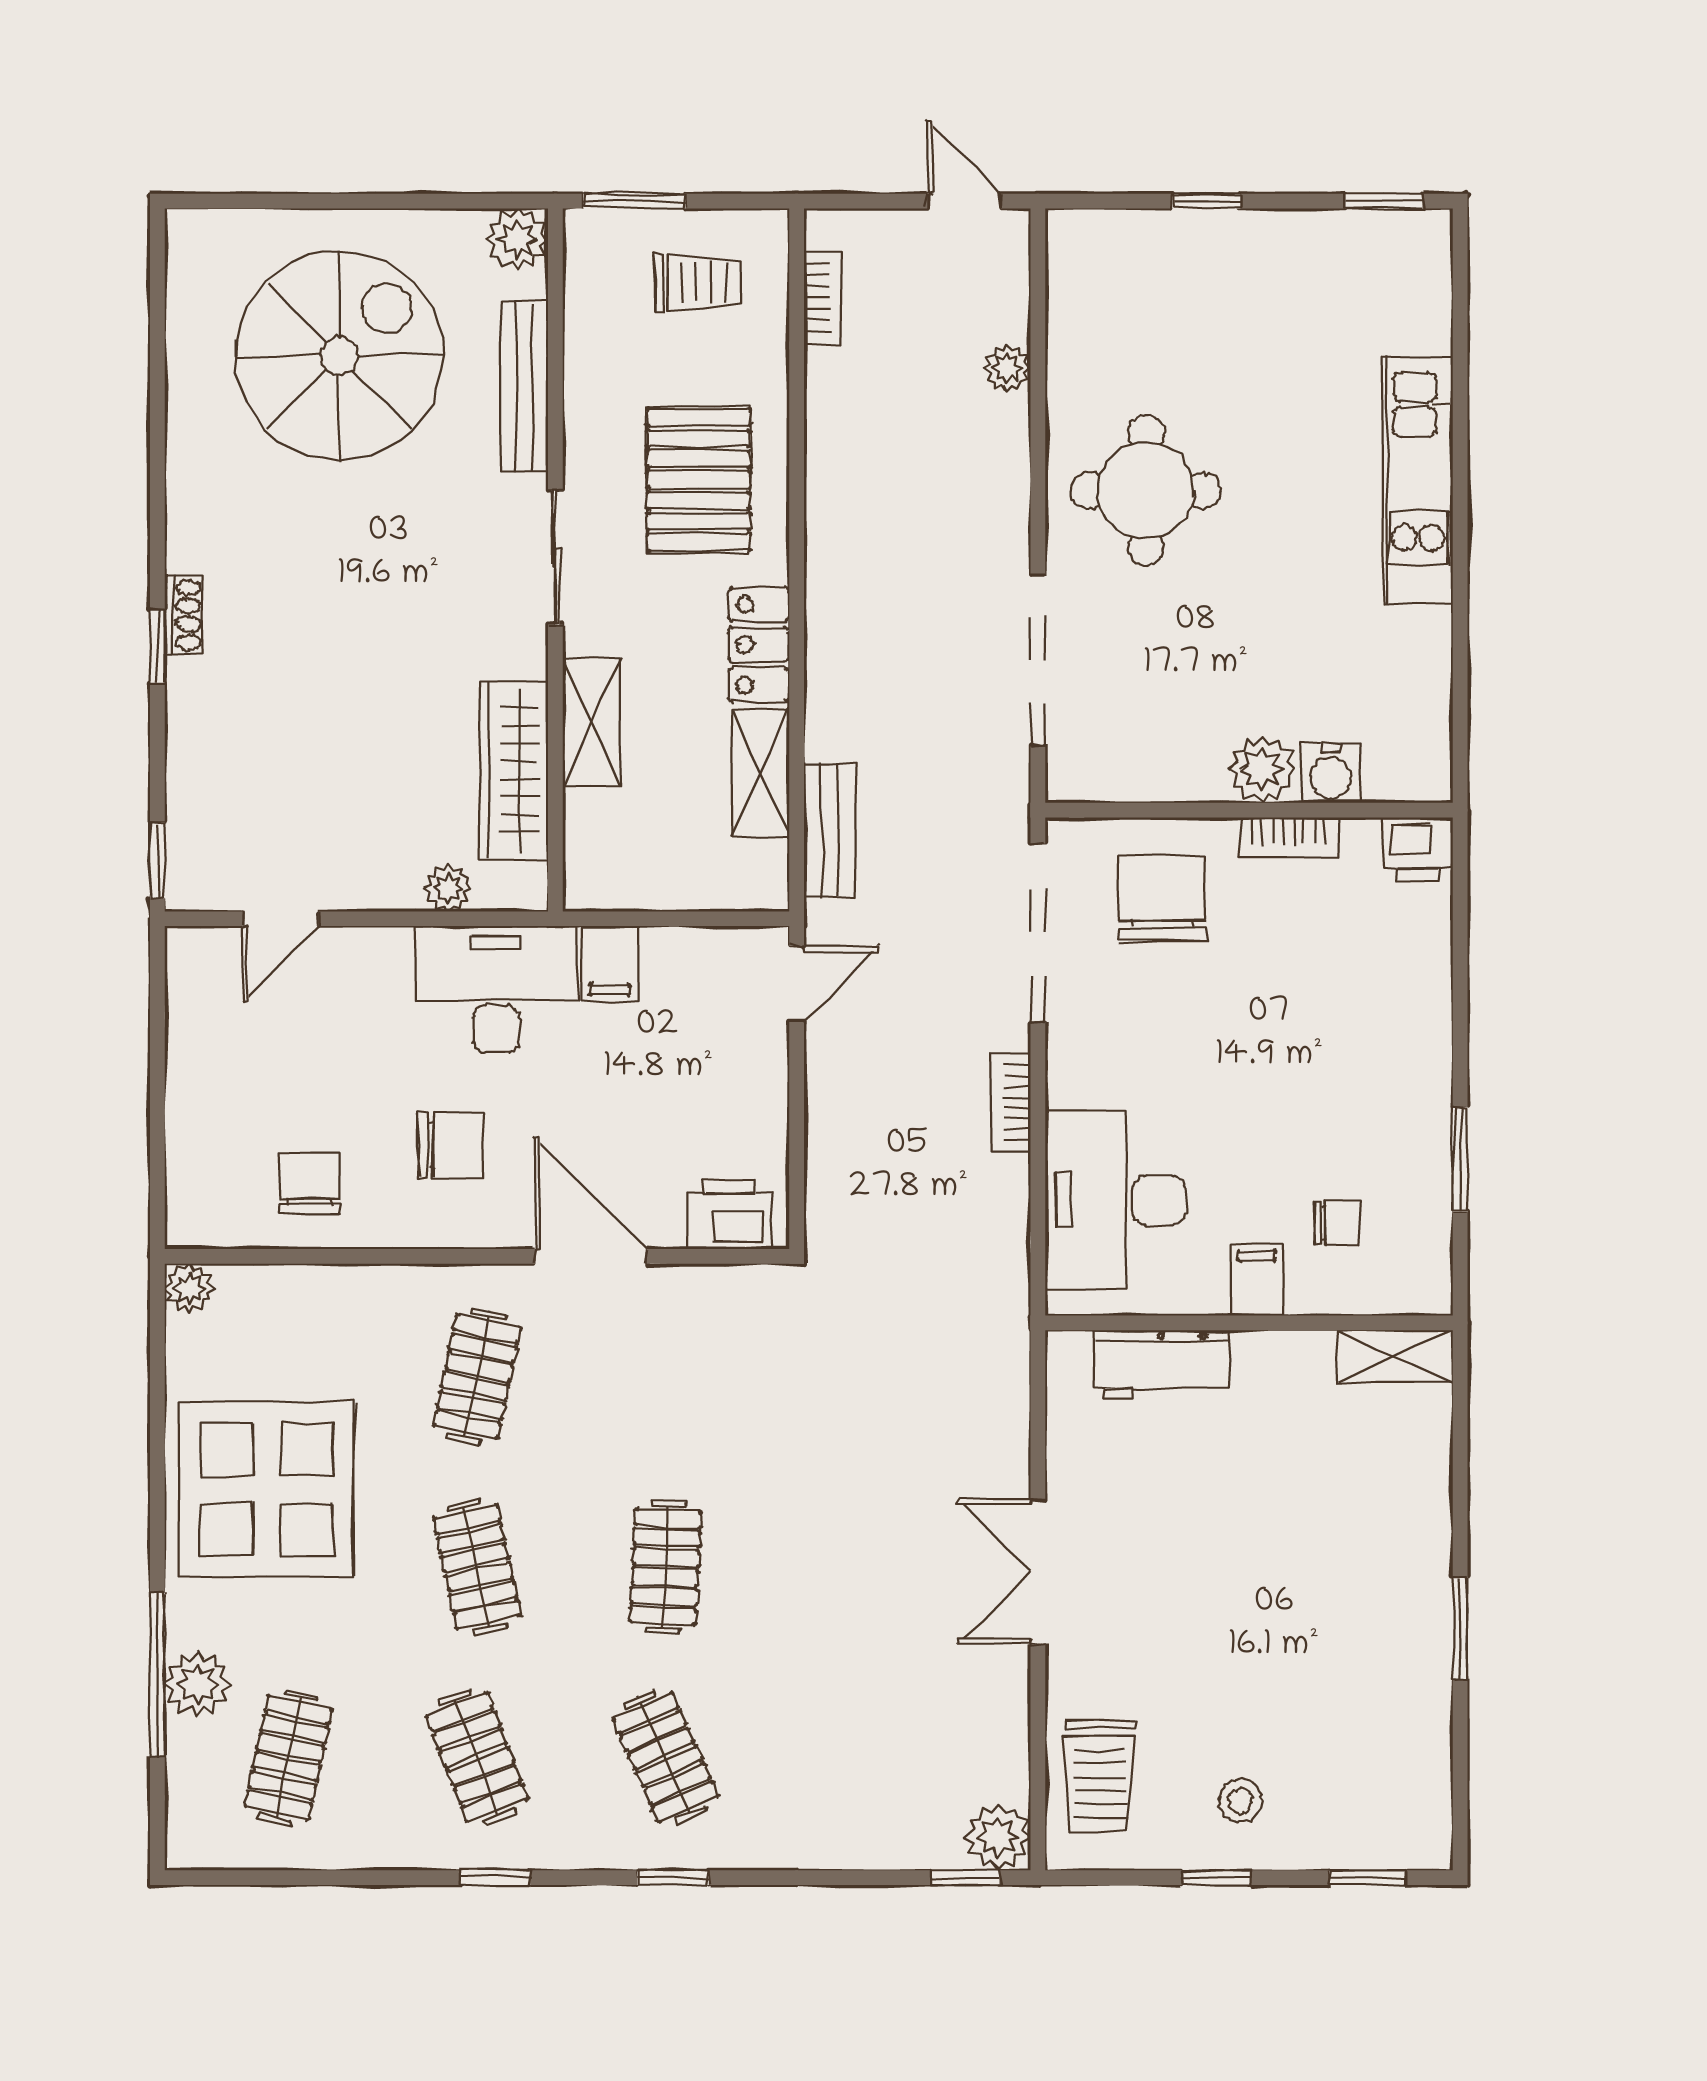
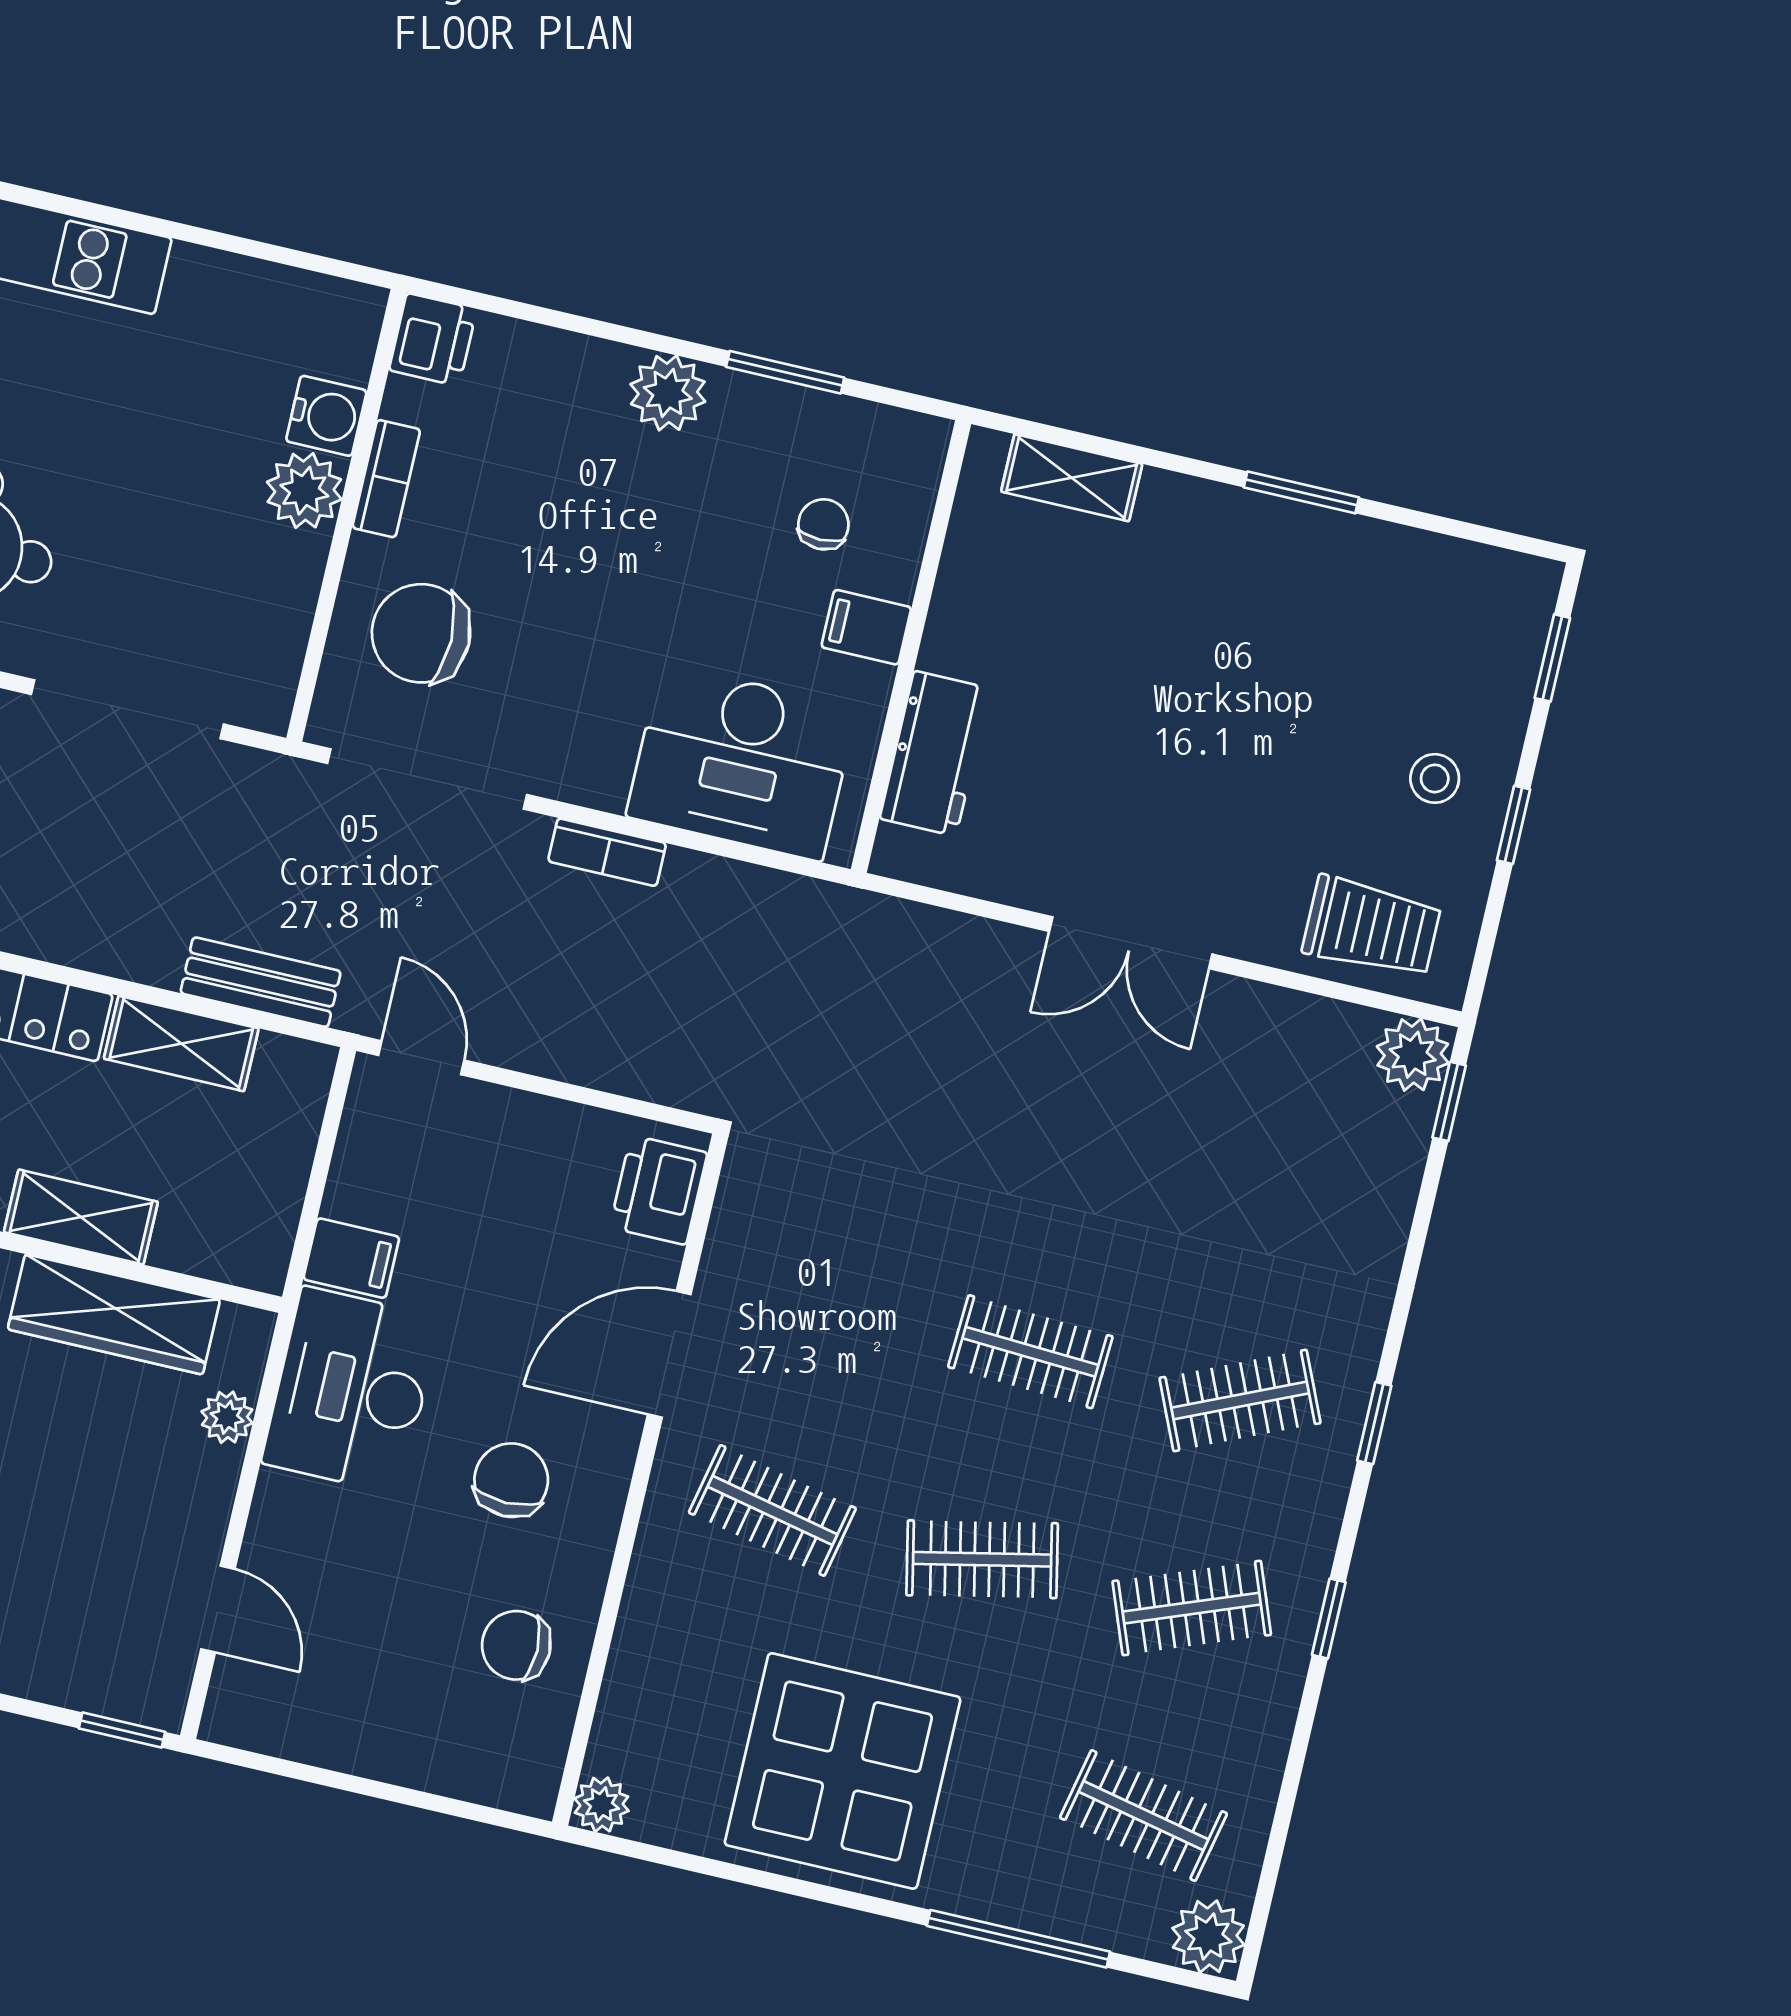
plant: (1419, 1063) -> (668, 393), added
shelving: (1395, 1356) -> (1072, 478), moved, turned 90
plant: (197, 1684) -> (1208, 1936), moved

